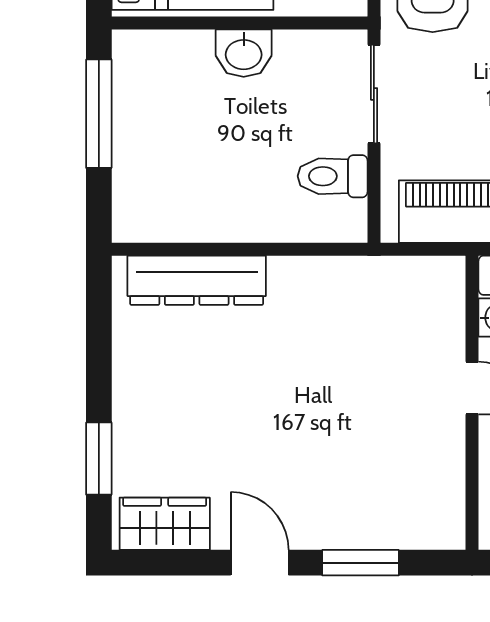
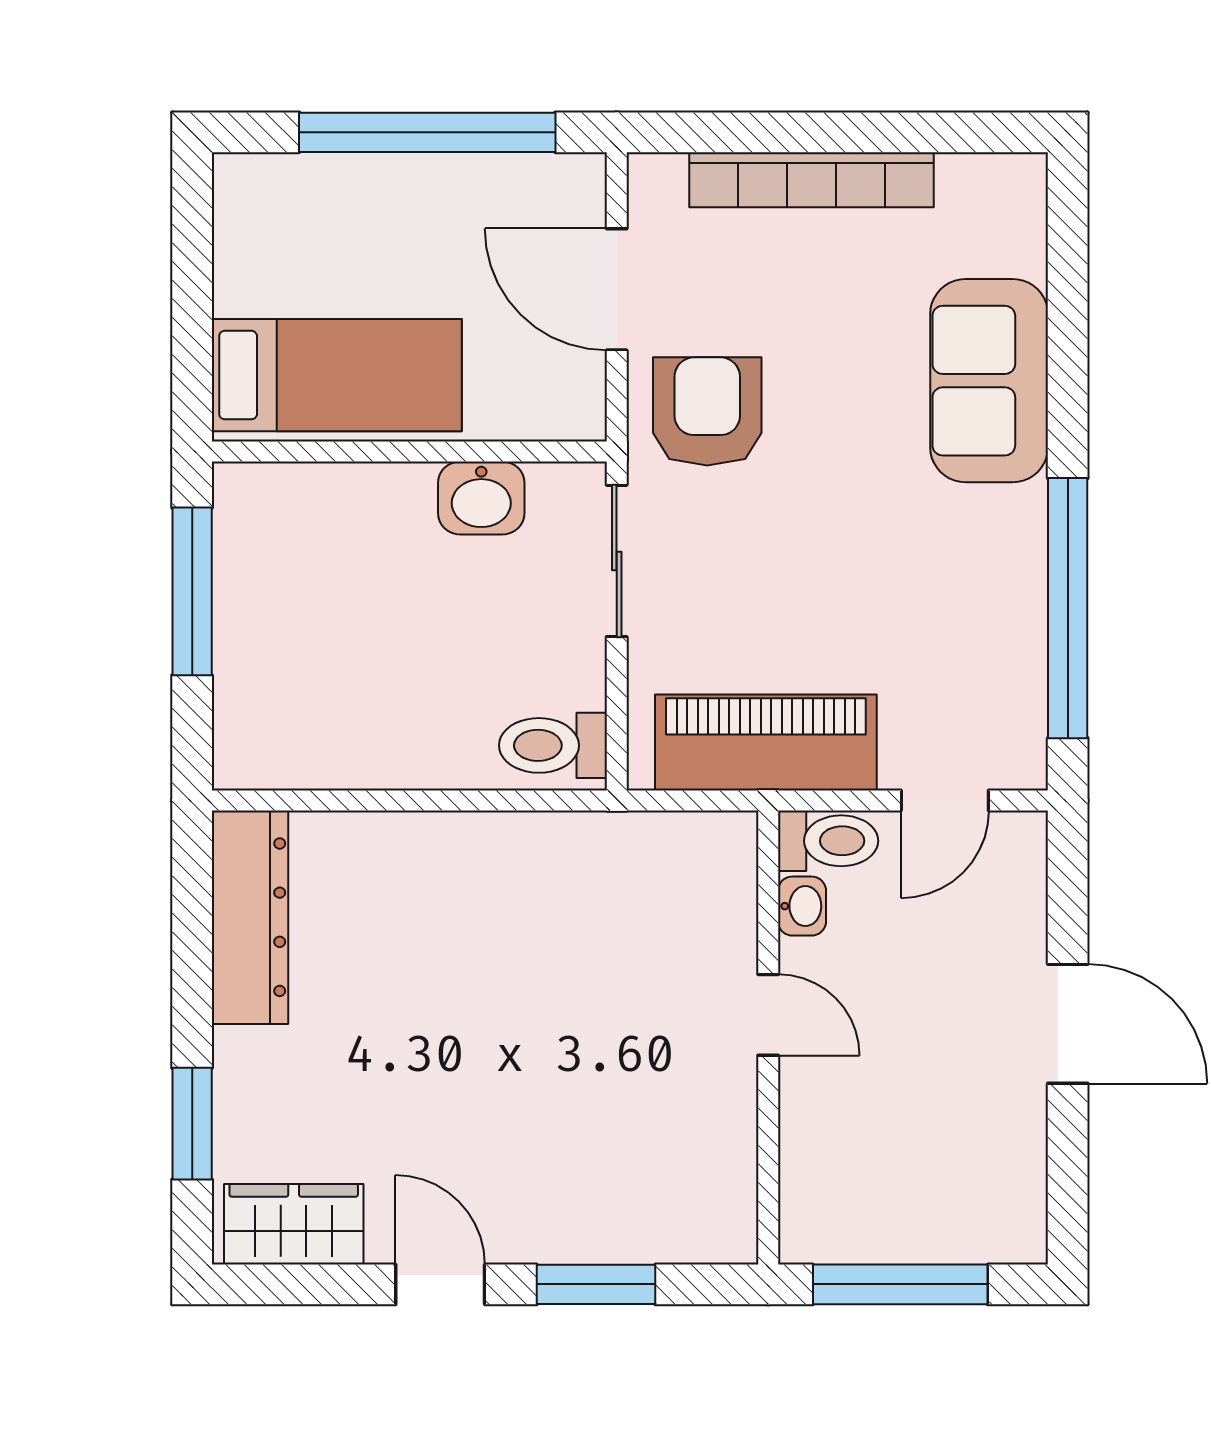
washbasin: (244, 53) -> (481, 498), moved
toilet: (333, 176) -> (553, 745), moved
dresser: (197, 280) -> (250, 917), moved, turned -90

